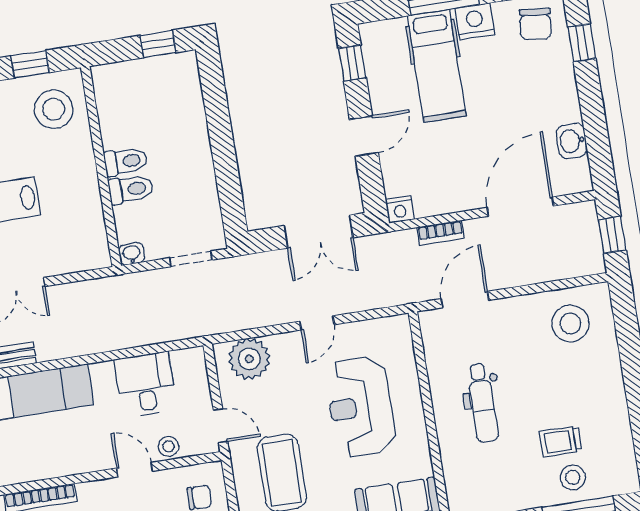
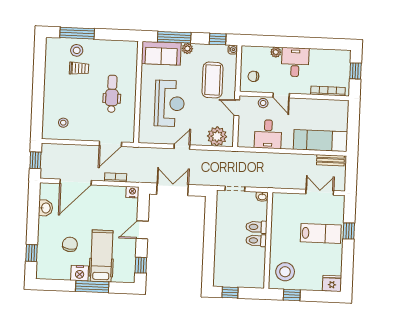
chair: (535, 24) -> (70, 244), moved
stool: (571, 323) -> (63, 123), width x0.53, depth x0.53

